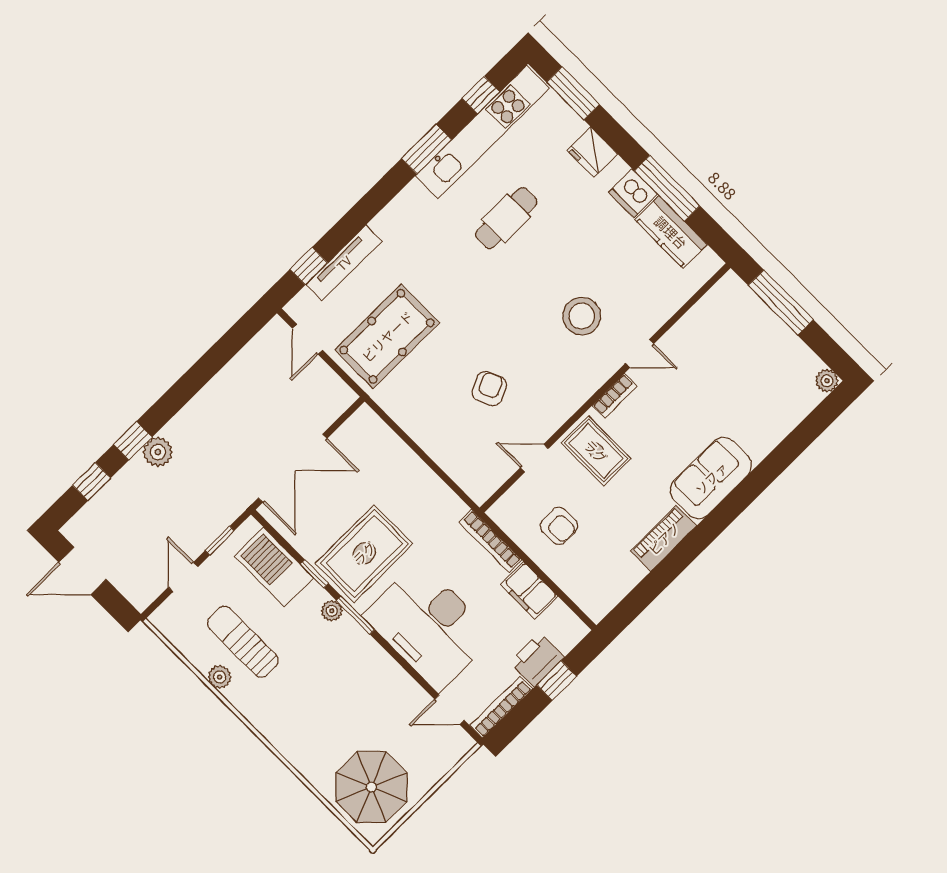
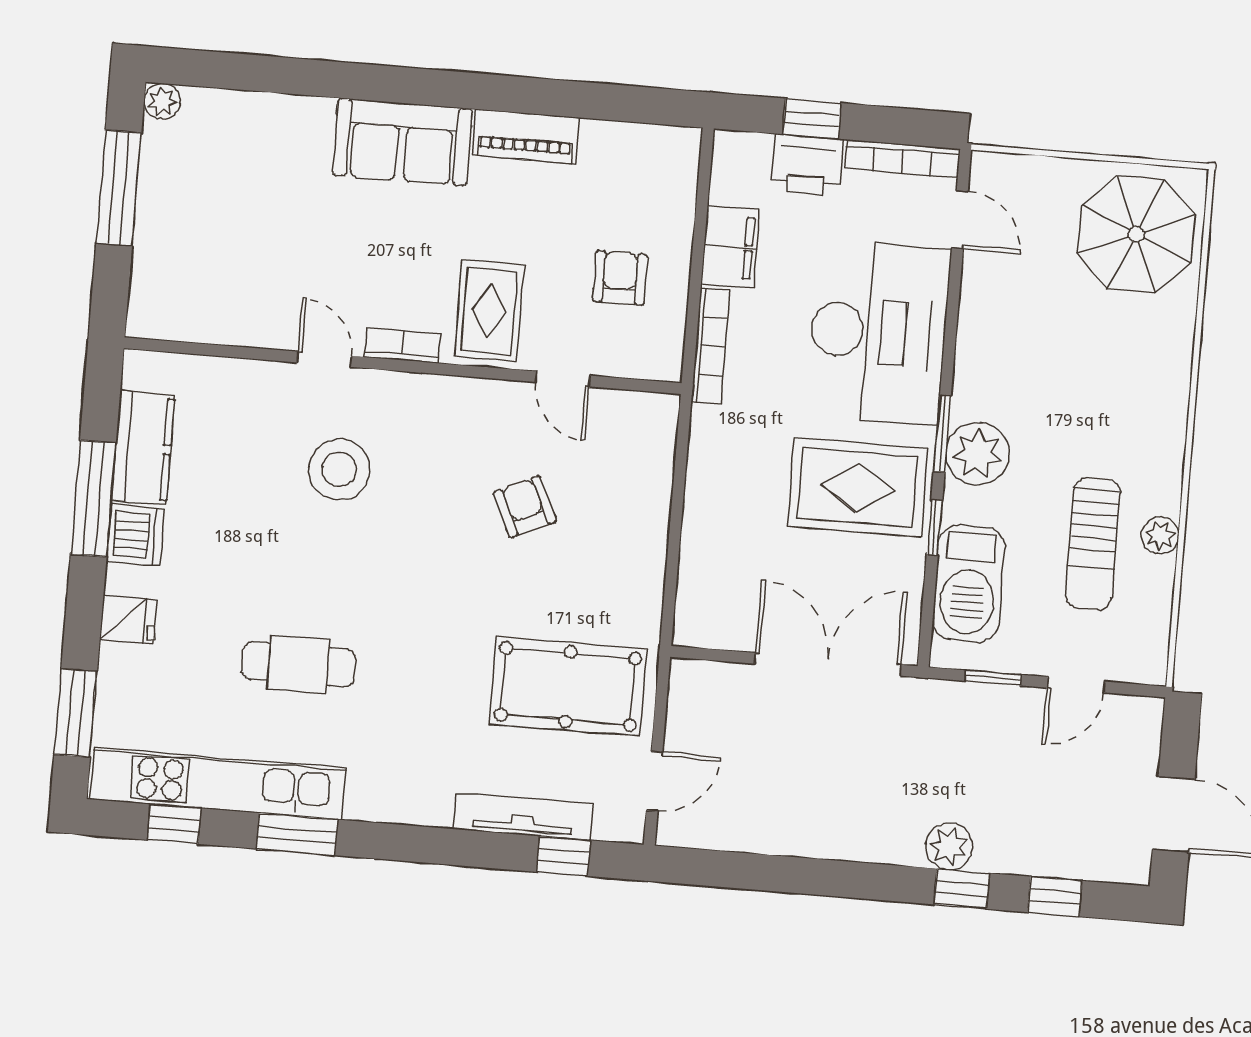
fridge: (592, 152) -> (128, 619), width x0.72
window: (781, 303) -> (119, 188), moved
armchair: (489, 389) -> (525, 507), turned 90
plant: (332, 611) -> (978, 454), width x1.87, depth x1.87

